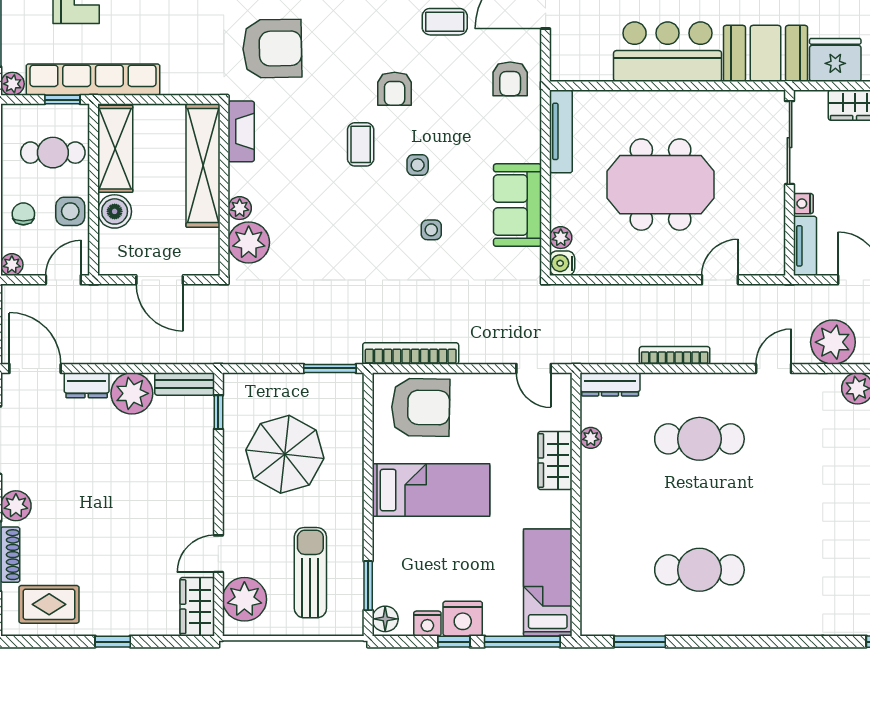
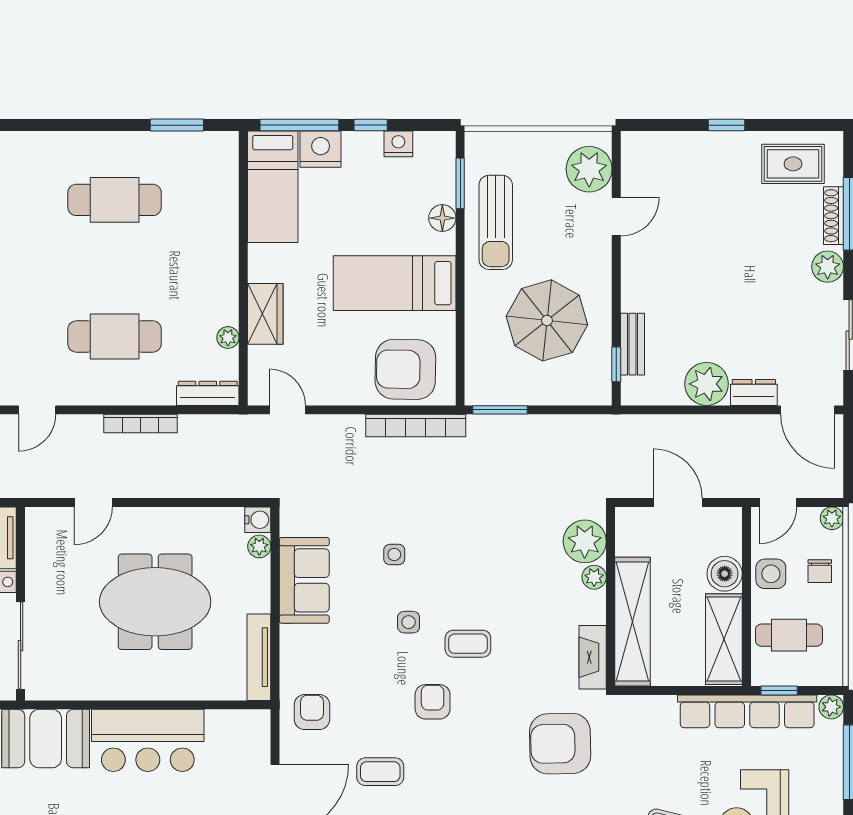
coffee table: (361, 144) -> (468, 644), turned 90
bench: (185, 384) -> (632, 344), moved, turned 90
sun lounger: (310, 573) -> (496, 222), moved
wardrobe: (197, 607) -> (638, 161), removed
floor lamp: (385, 619) -> (442, 218), moved
nightstand: (463, 619) -> (321, 149), moved

